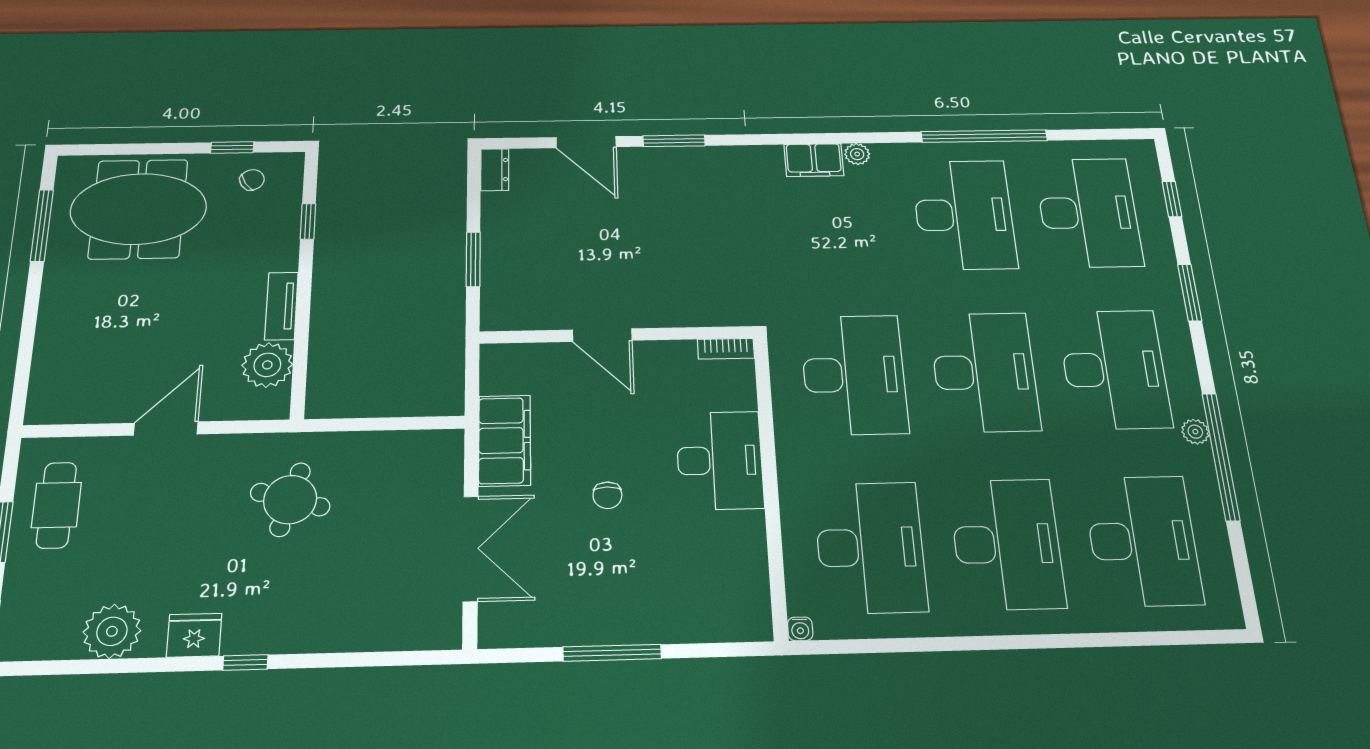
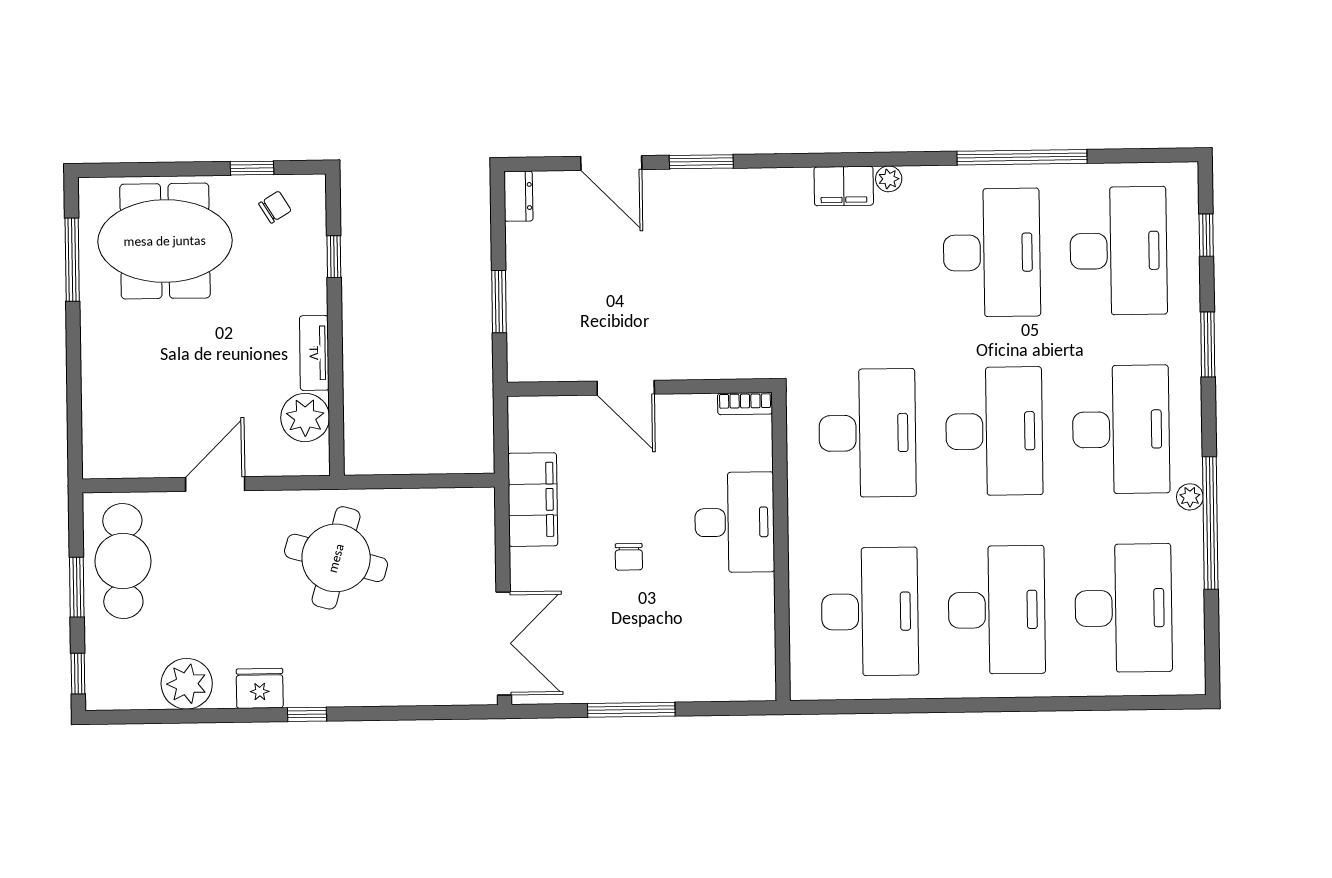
round table: (290, 500) -> (336, 558), width x1.36, depth x1.36
cafe table: (56, 505) -> (123, 561), width x1.37, depth x1.35
double door: (471, 549) -> (504, 643), moved
water cooler: (800, 629) -> (801, 690), removed

